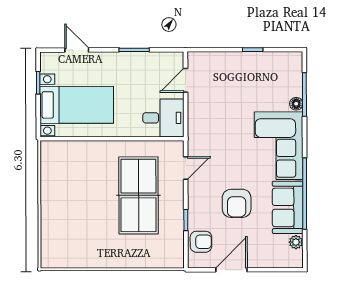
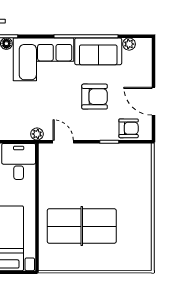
plant: (194, 138) -> (37, 134), added
table tennis table: (138, 195) -> (82, 226), moved
armchair: (201, 242) -> (129, 128), turned 90

